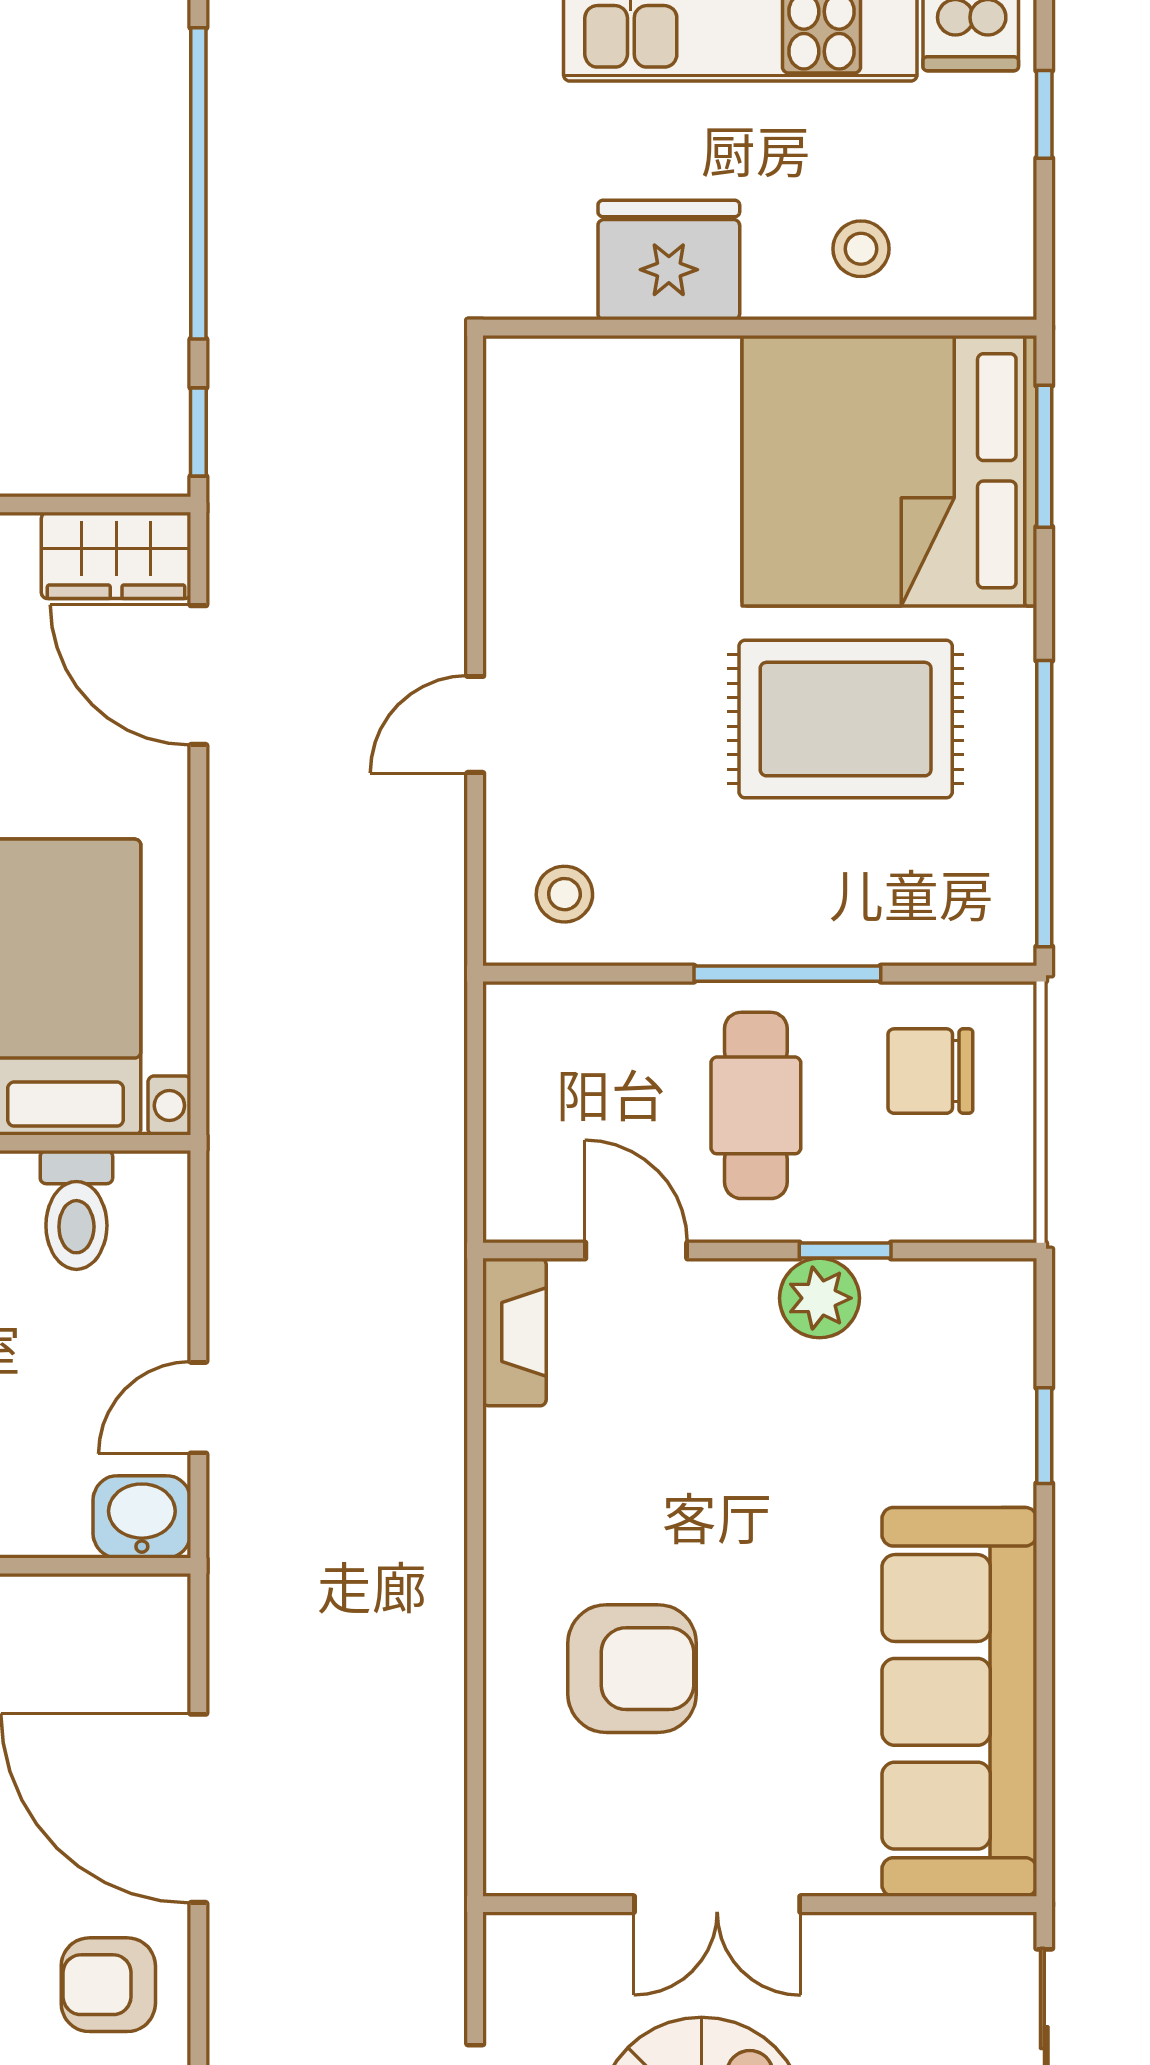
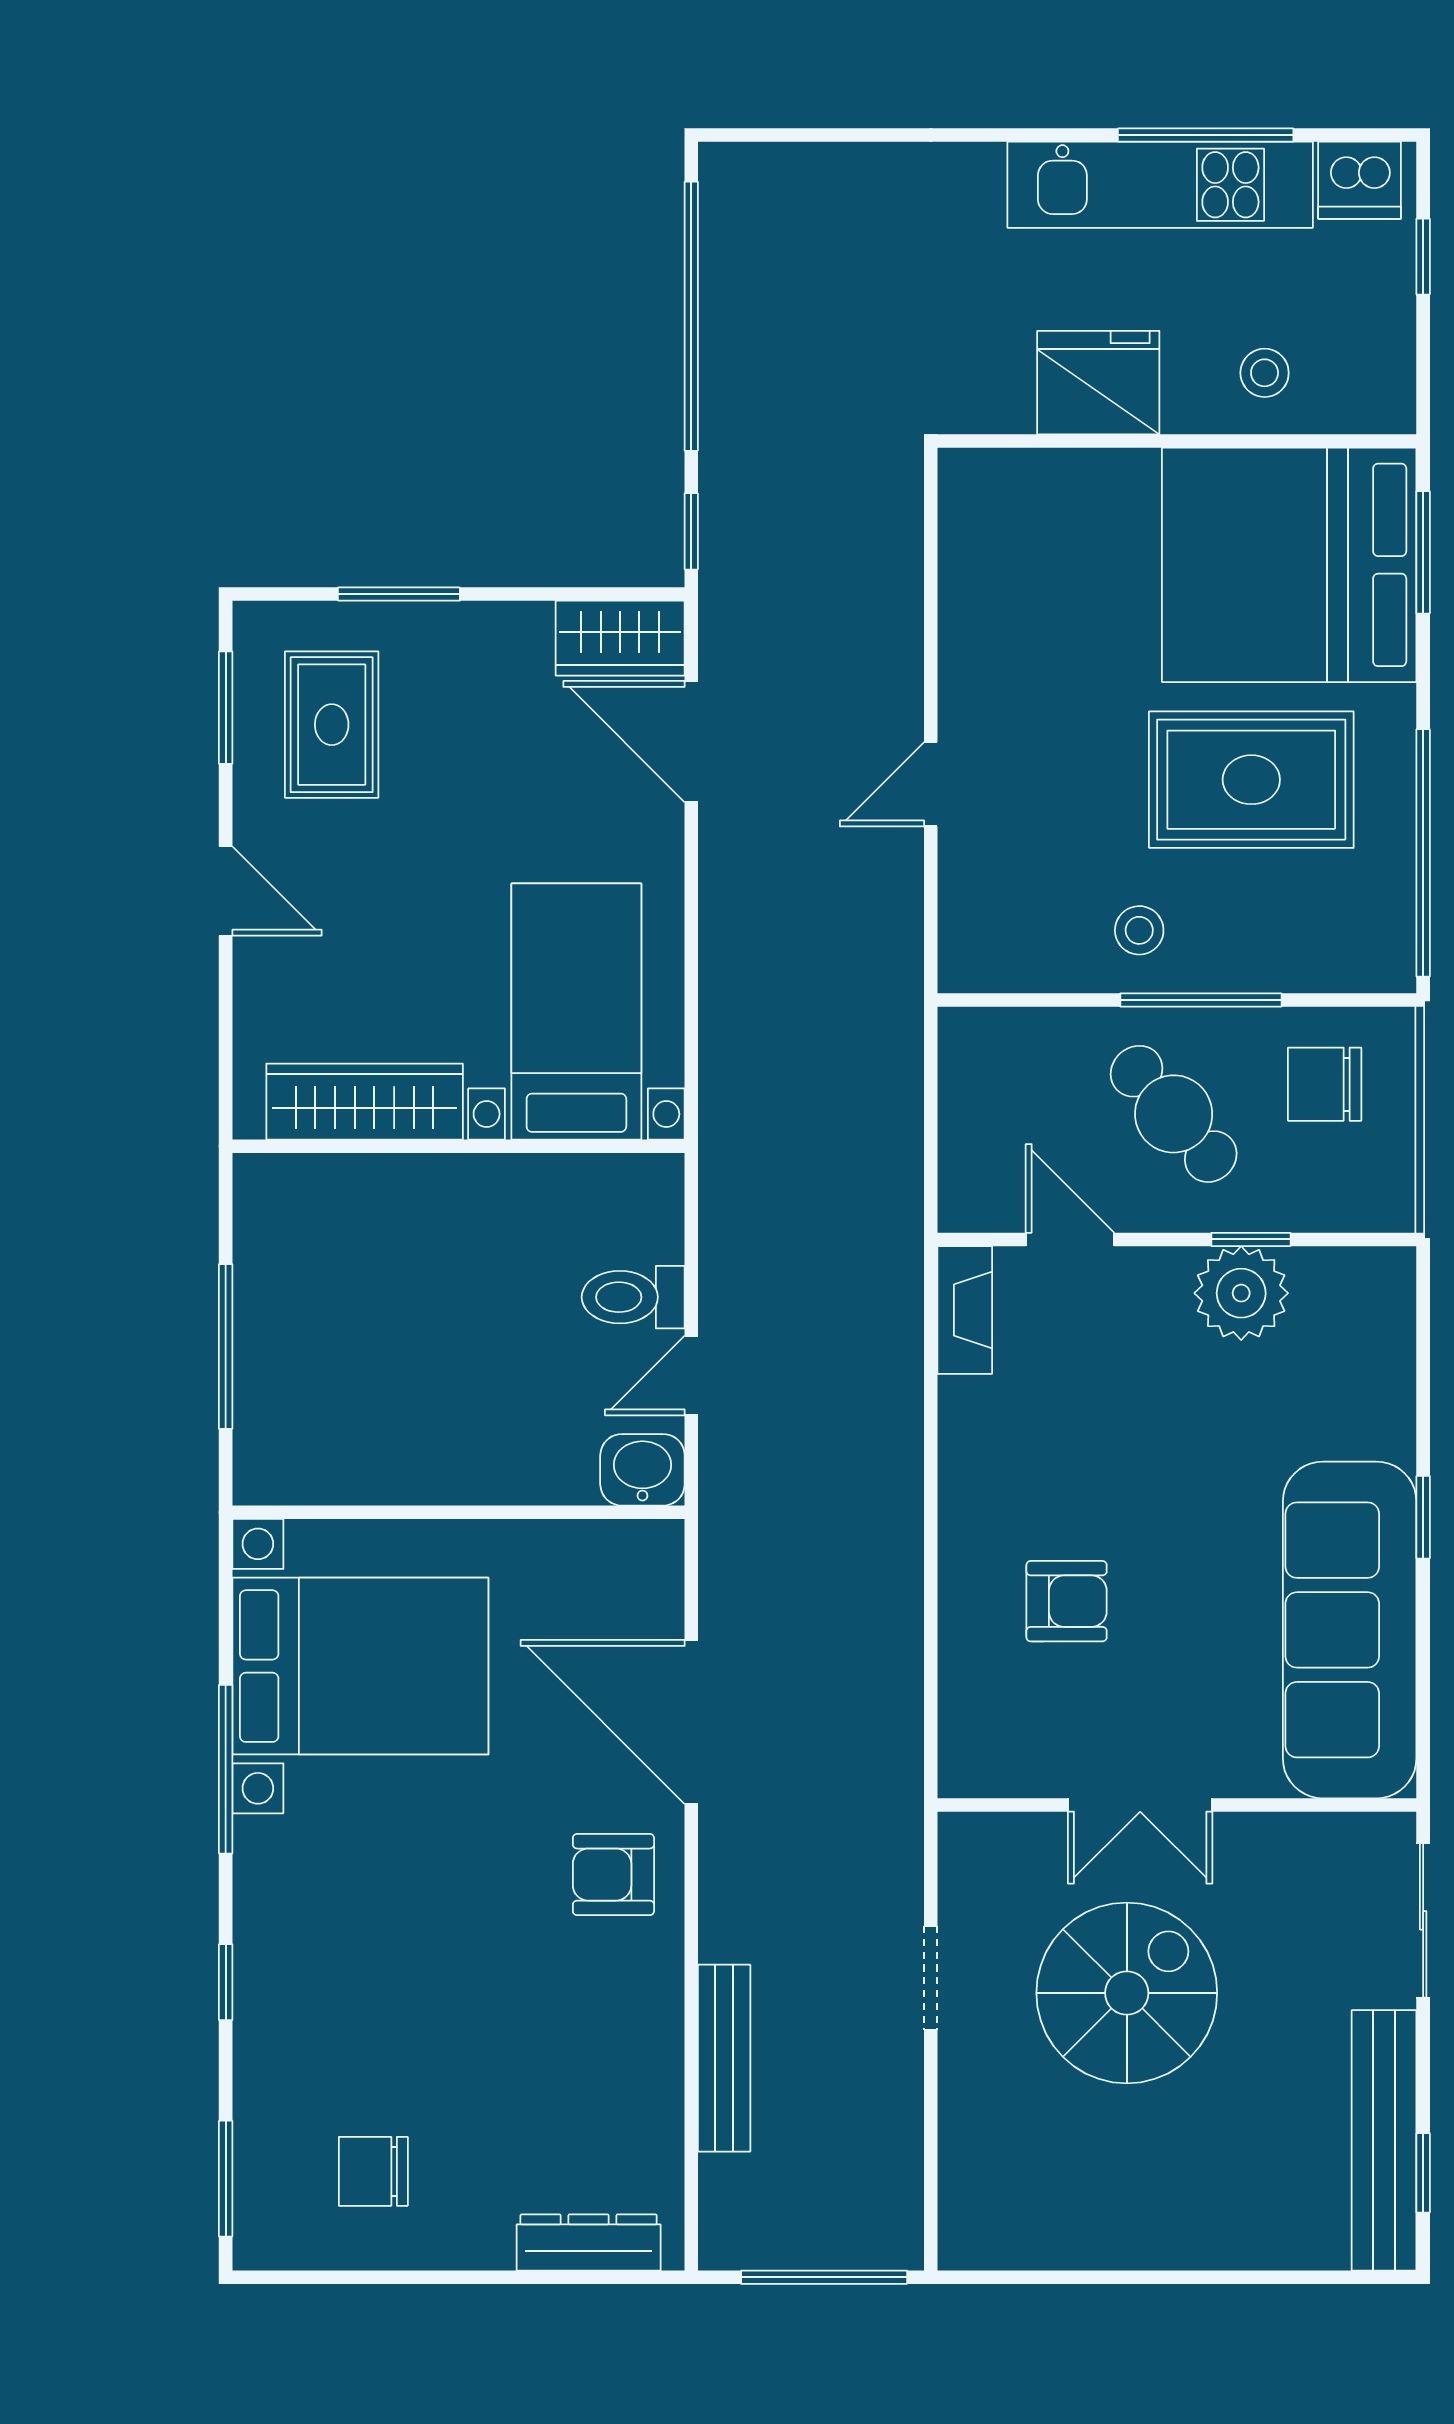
stool: (564, 894) -> (1139, 930), moved
cafe table: (756, 1105) -> (1174, 1114), turned -41
toilet: (76, 1210) -> (633, 1297), moved, turned 90
plant: (819, 1298) -> (1241, 1293), width x1.36, depth x1.36
window: (1044, 1436) -> (1423, 1517), moved
armchair: (632, 1669) -> (1067, 1601), width x0.72, depth x0.72

